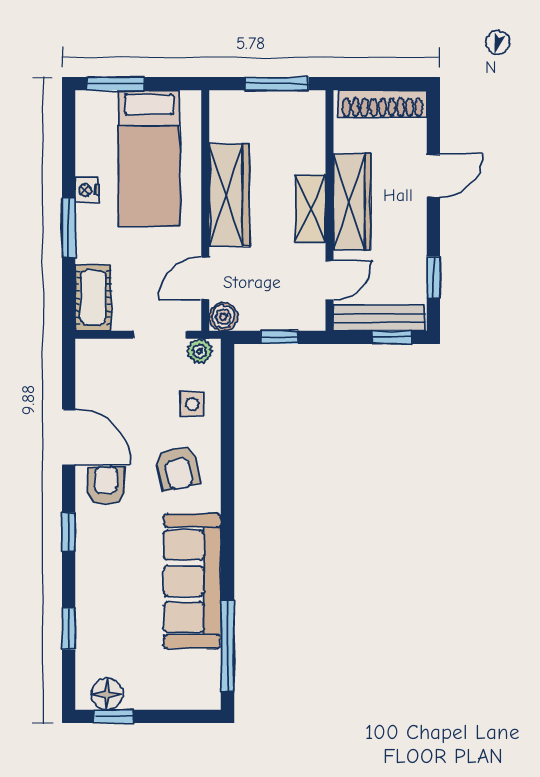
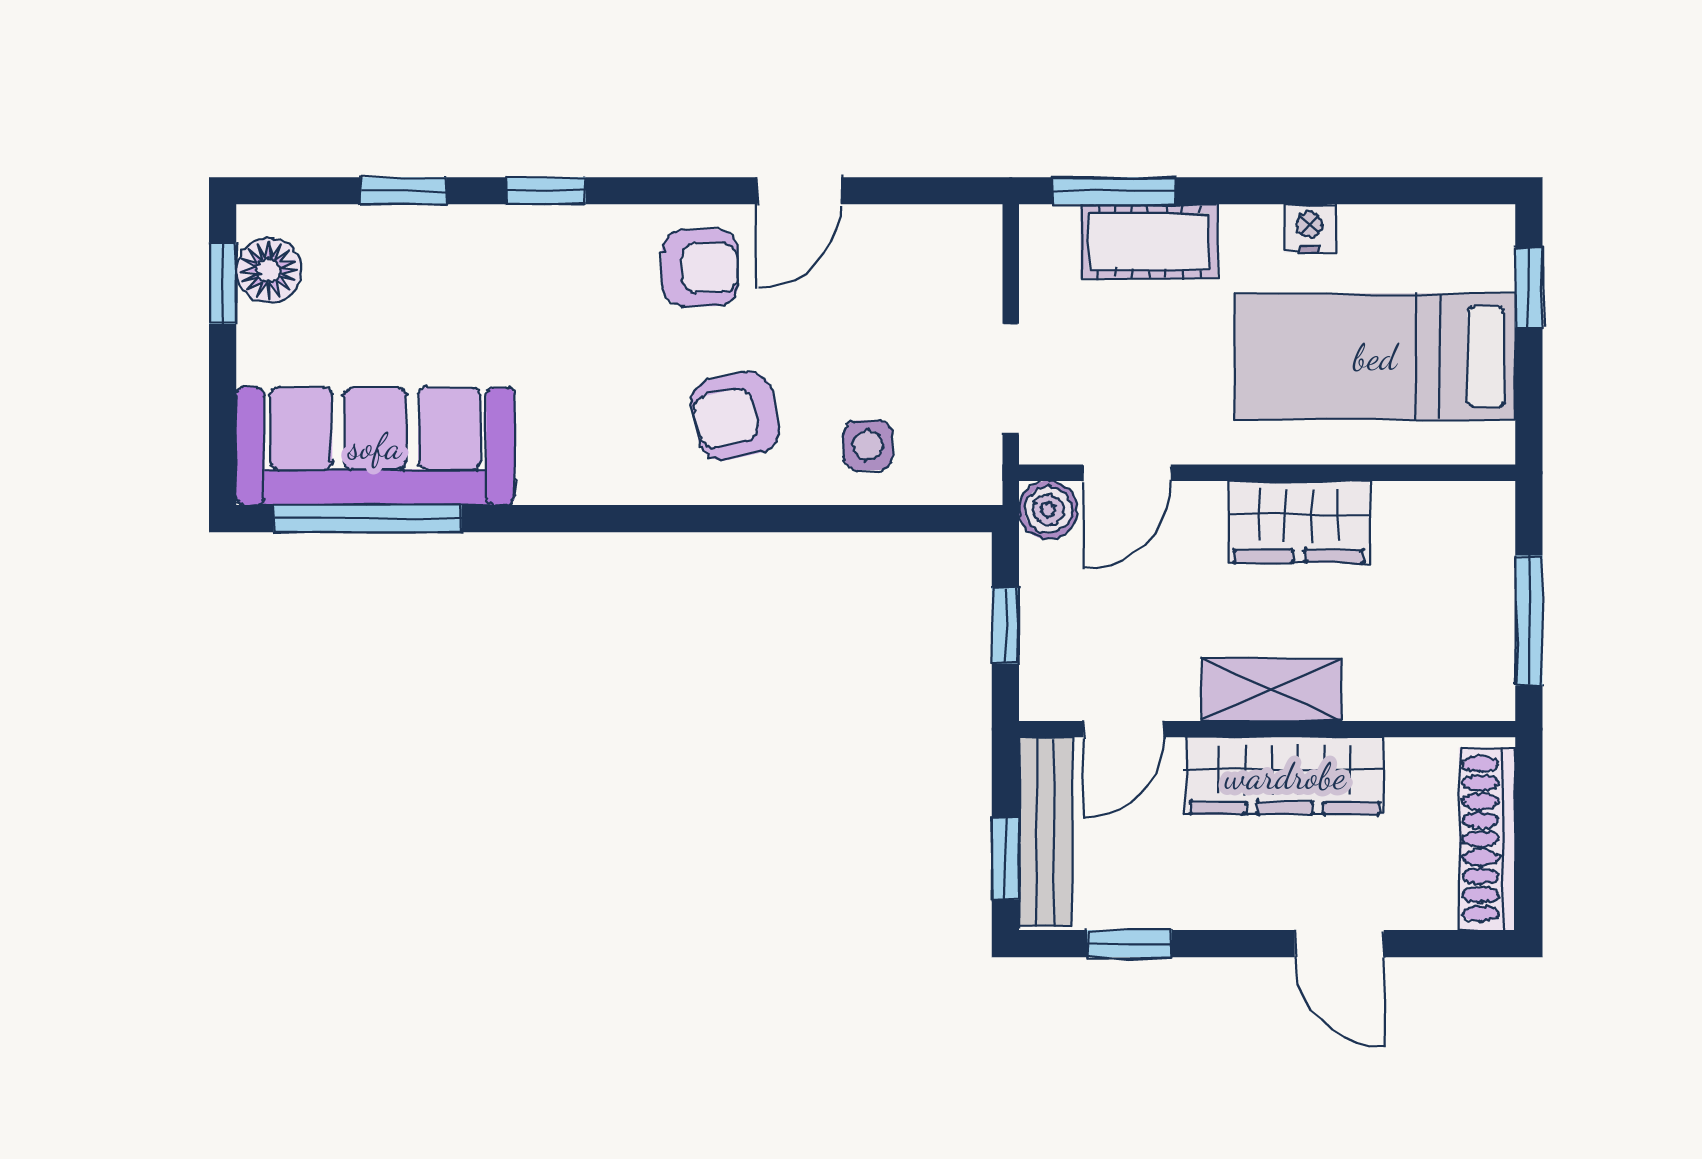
window: (116, 84) -> (1529, 288), width x0.67
wardrobe: (229, 195) -> (1299, 522), width x0.67
window: (69, 228) -> (1114, 191), moved
door: (205, 278) -> (1127, 473), swing flipped
door: (329, 280) -> (1123, 729), hinge flipped
cot: (93, 298) -> (1149, 241), moved
plant: (200, 351) -> (977, 461), removed
door: (69, 437) -> (799, 191), width x0.73
window: (69, 532) -> (546, 191), moved
sofa: (192, 581) -> (375, 446), moved

